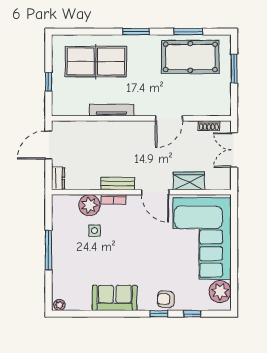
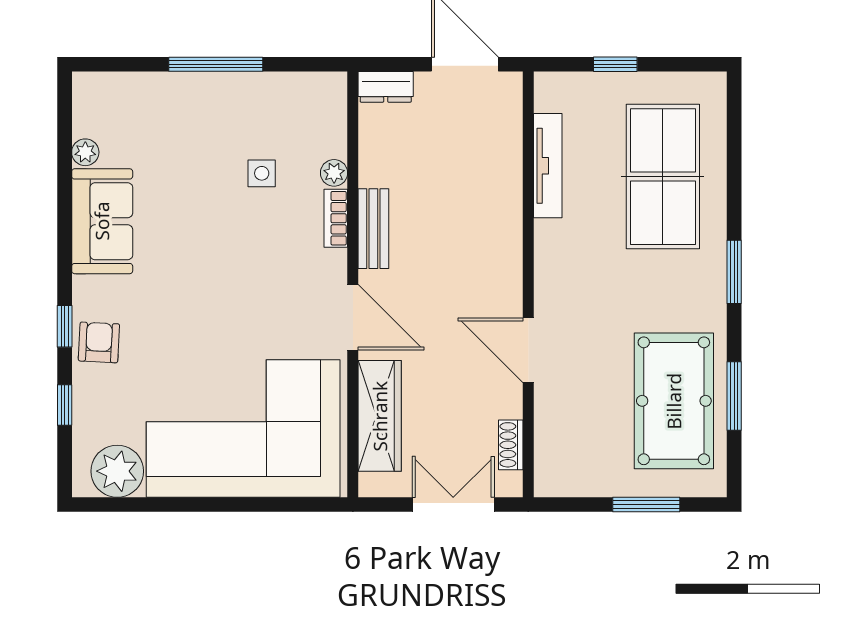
tv unit: (112, 110) -> (548, 166), moved
wardrobe: (189, 181) -> (380, 416), width x1.50
door: (155, 192) -> (353, 317), swing flipped
plant: (89, 205) -> (334, 173), width x0.53, depth x0.53
plant: (59, 305) -> (85, 152), moved

